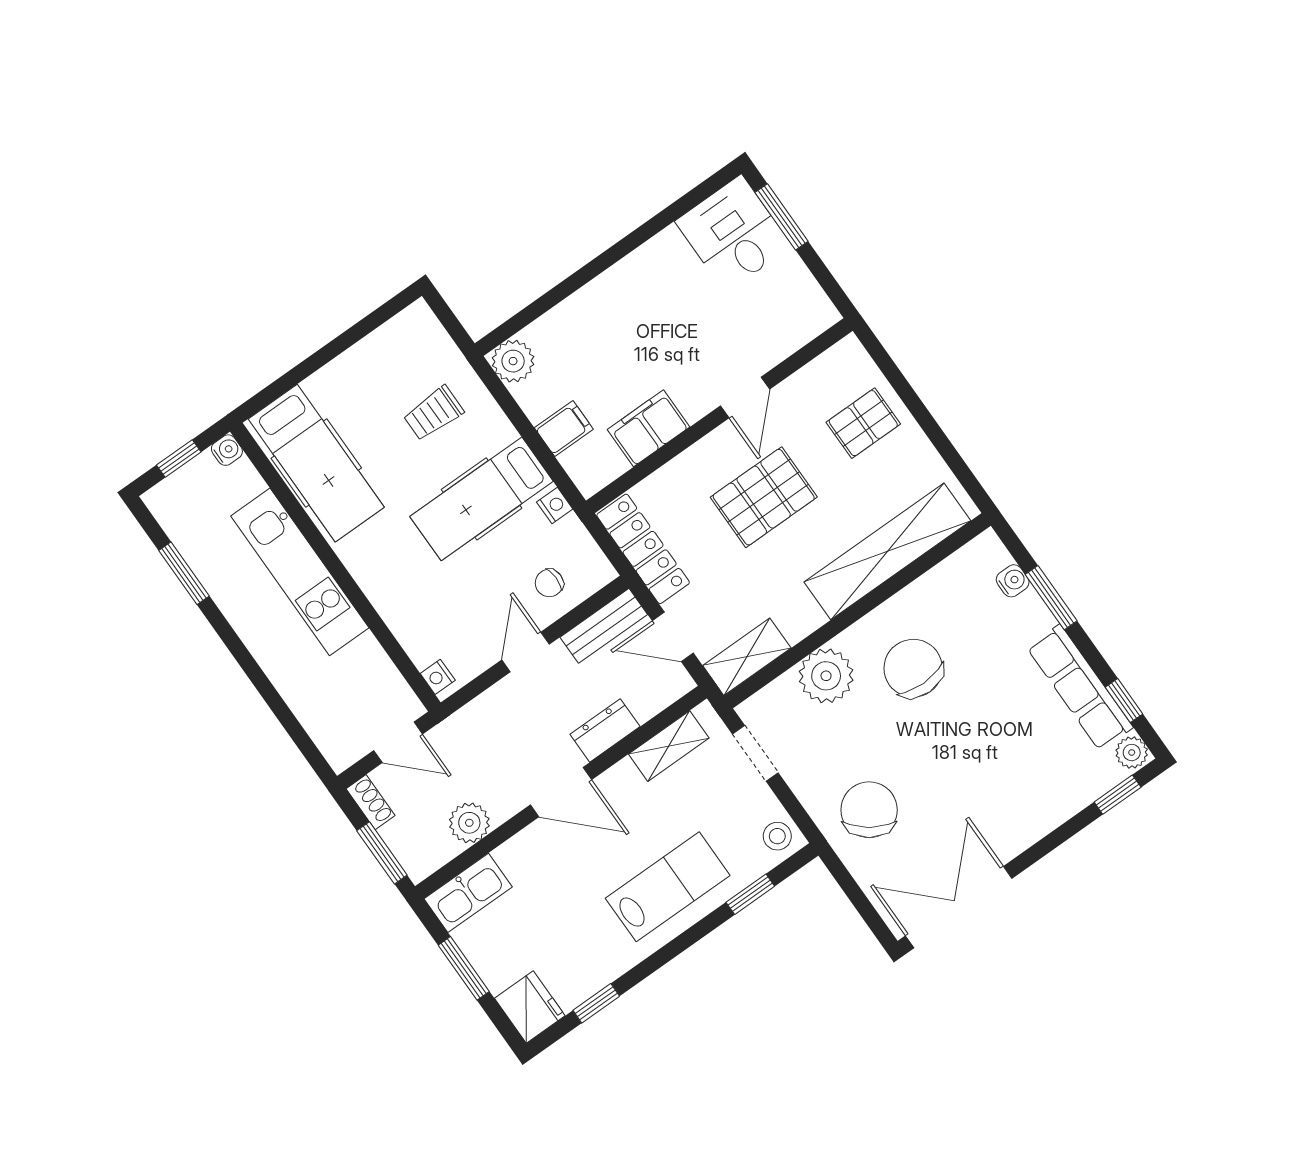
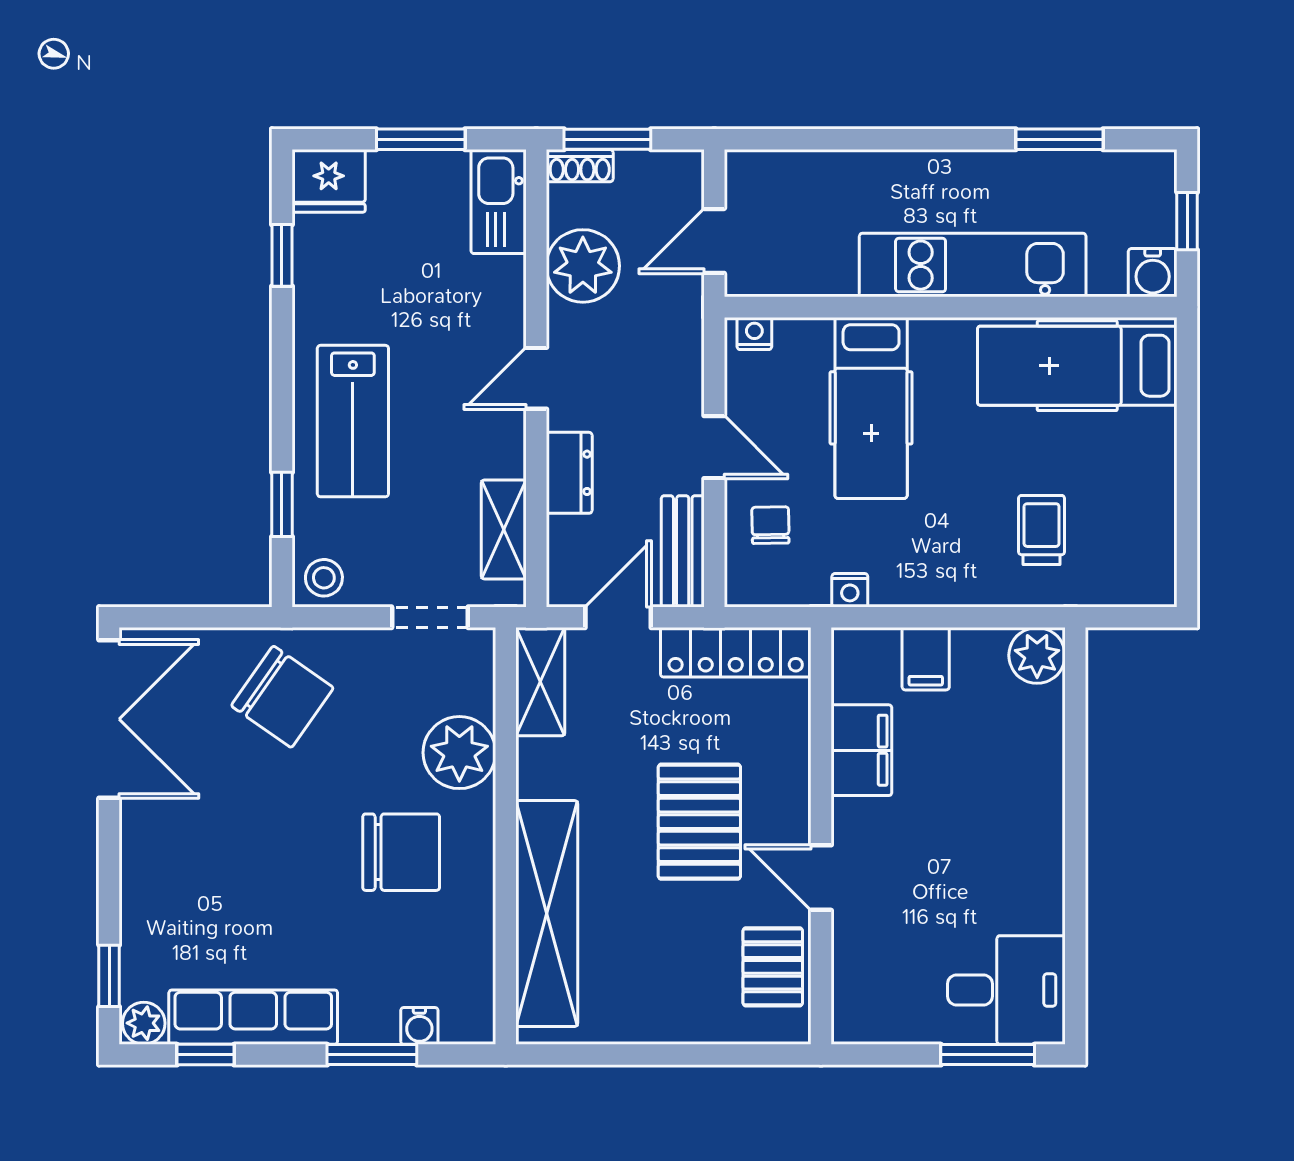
pallet: (863, 423) -> (773, 967), moved
water cooler: (227, 450) -> (1153, 273), width x1.38, depth x1.38
hospital bed: (482, 499) -> (871, 408), moved, turned 180
door: (561, 792) -> (536, 378), width x0.73
shoe rack: (371, 802) -> (580, 166), moved
plant: (469, 823) -> (583, 266), width x1.36, depth x1.36

